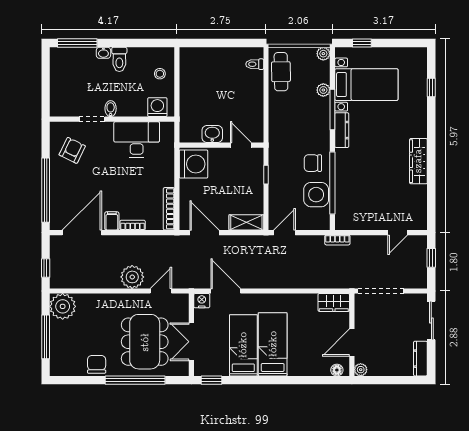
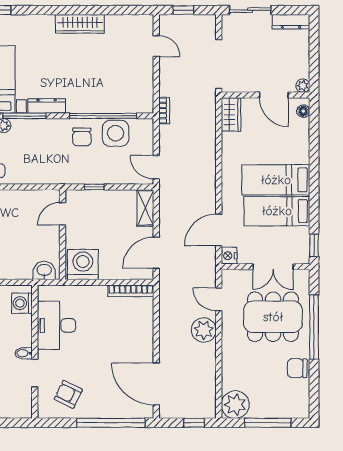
washbasin: (212, 134) -> (44, 270), moved, turned 90
filing cabinet: (112, 221) -> (144, 352), removed
bookcase: (133, 225) -> (148, 330), removed

